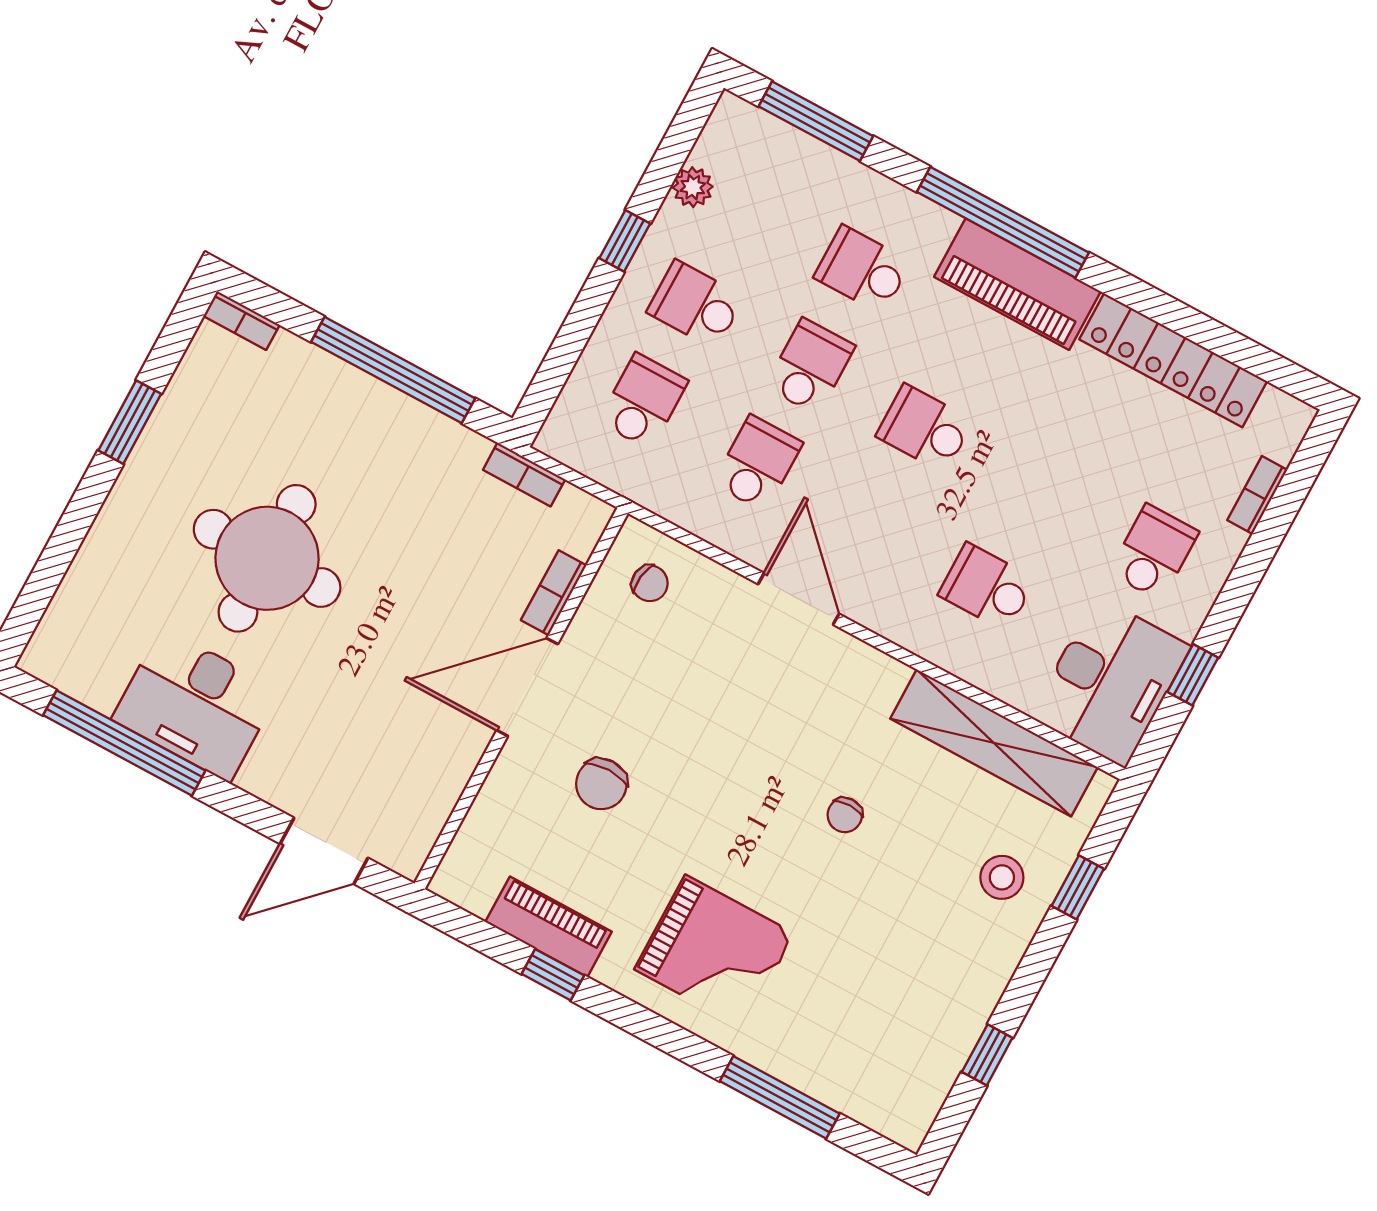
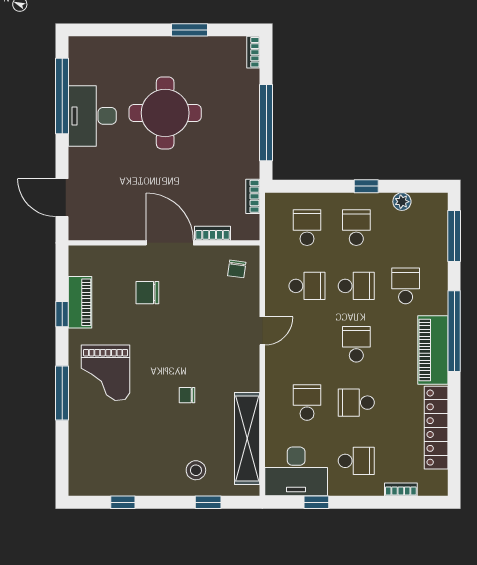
school desk: (643, 401) -> (307, 228), turned -90
school desk: (1039, 490) -> (356, 403), added
door: (799, 599) -> (262, 331), width x0.73
window: (780, 1097) -> (62, 393), moved

